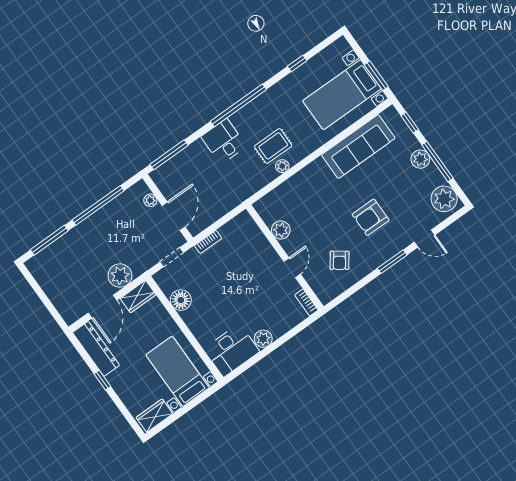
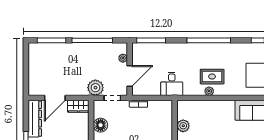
desk: (224, 141) -> (172, 84), moved, turned 180
plant: (120, 276) -> (95, 88), moved

